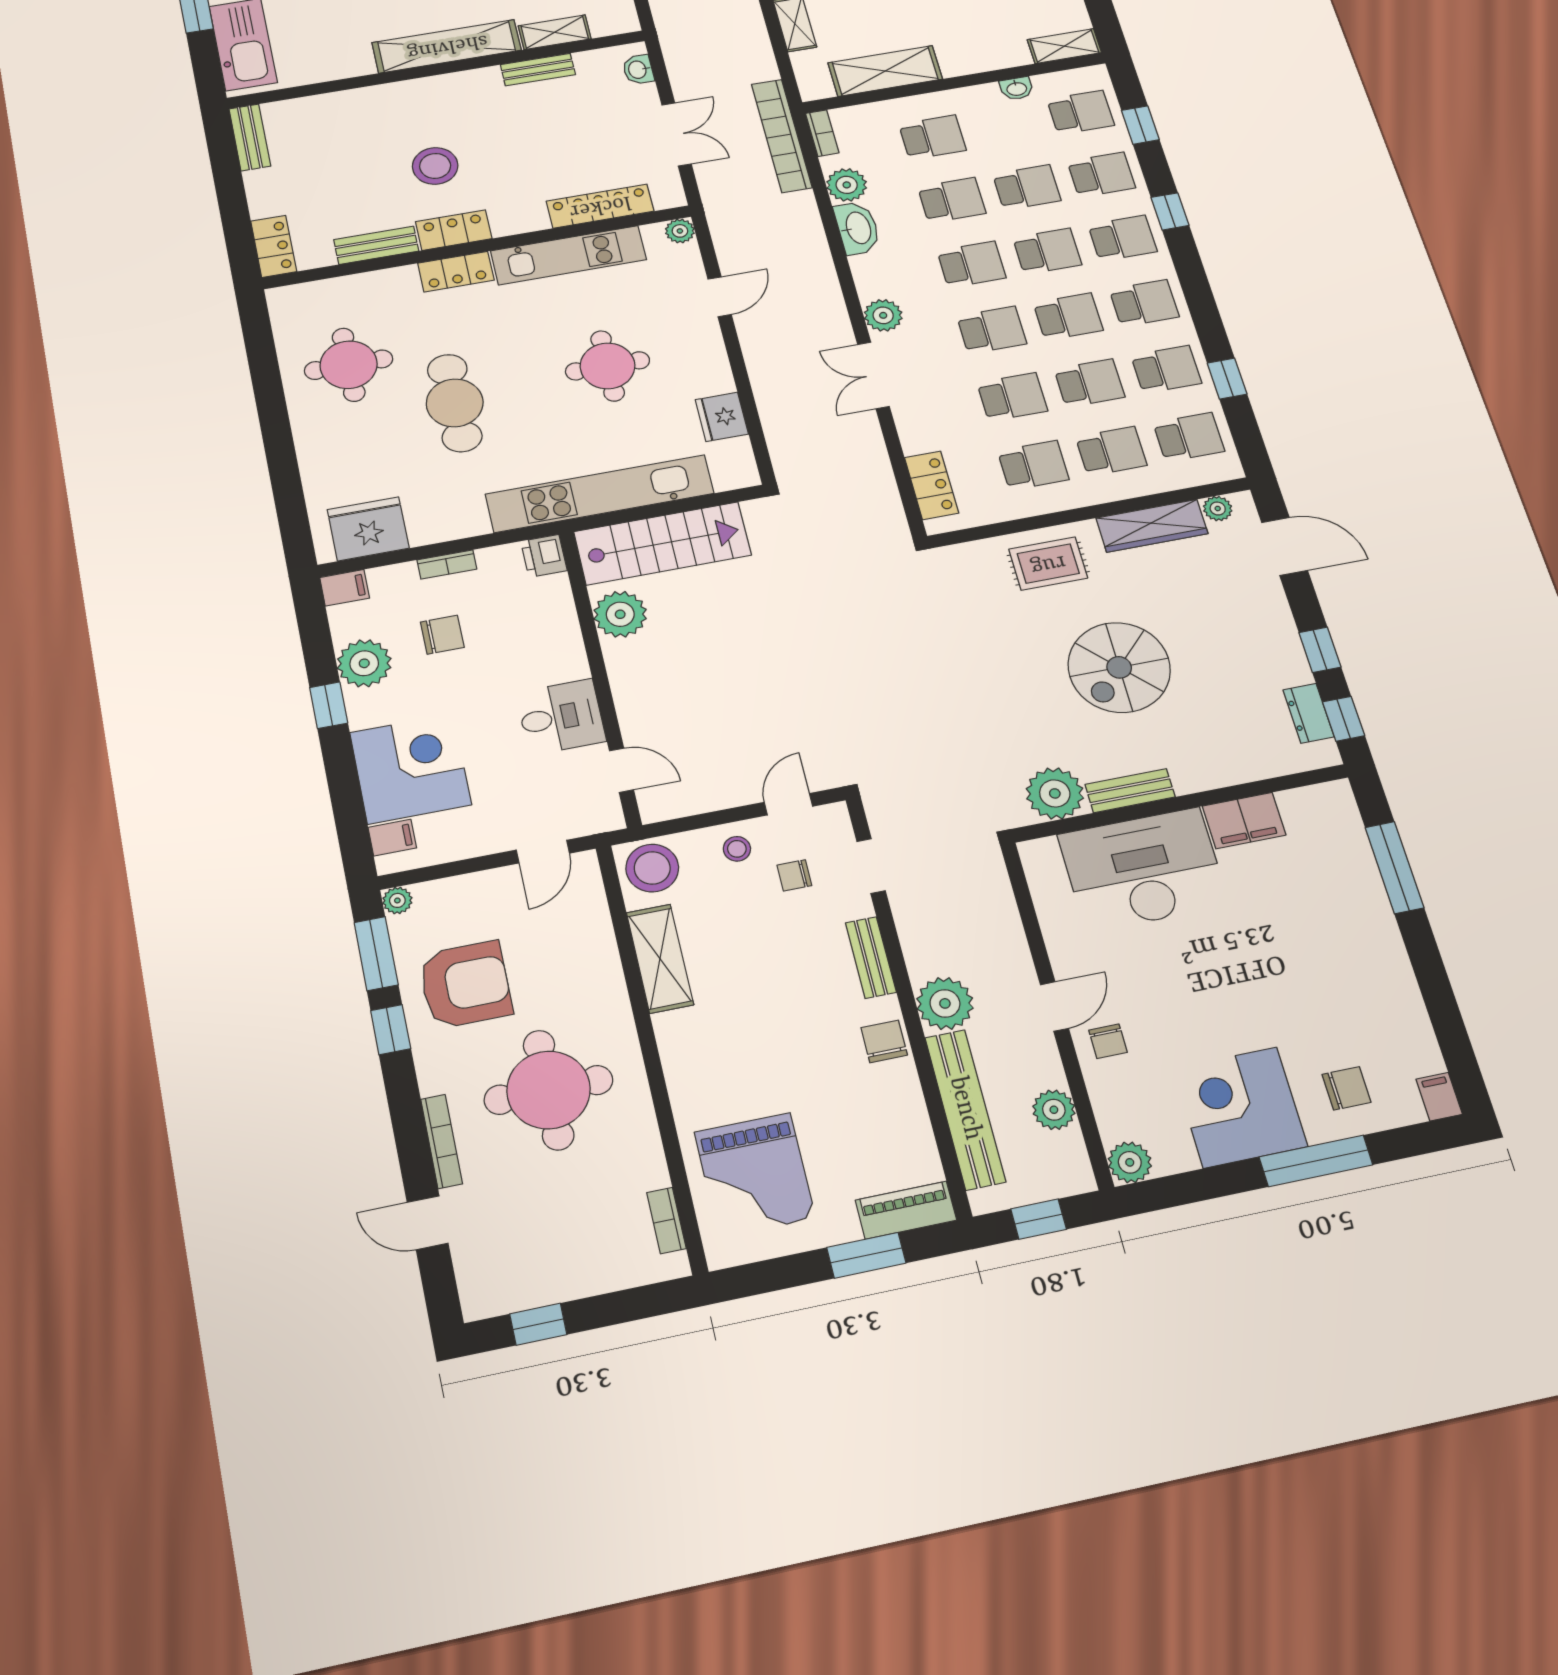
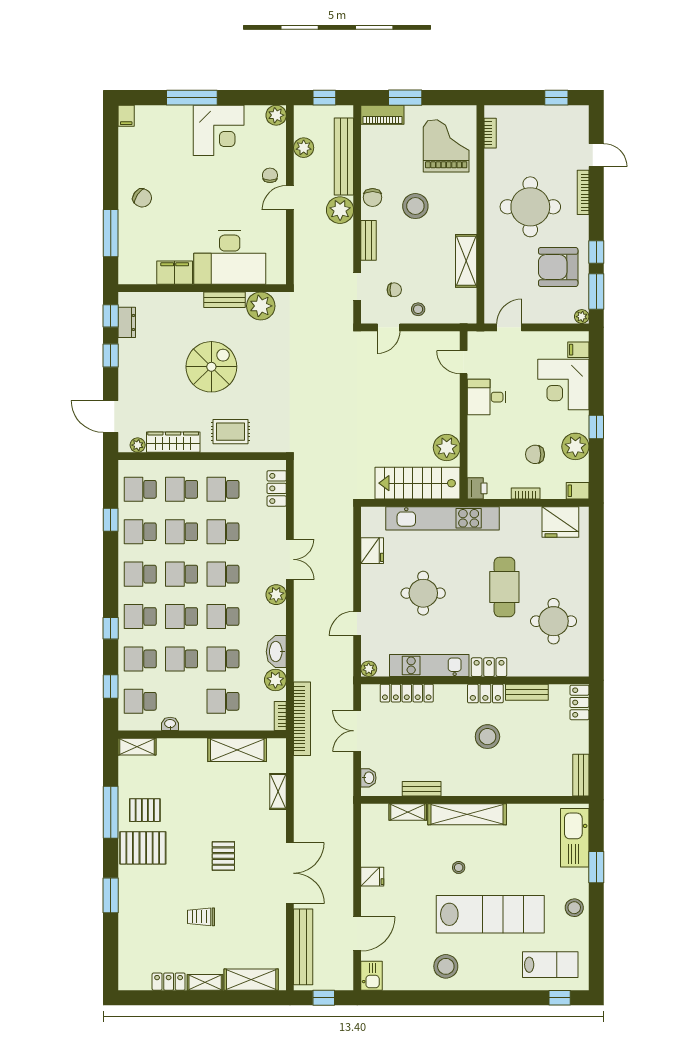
stool: (652, 868) -> (415, 206), moved
chair: (1346, 1088) -> (142, 198), moved, turned -146

